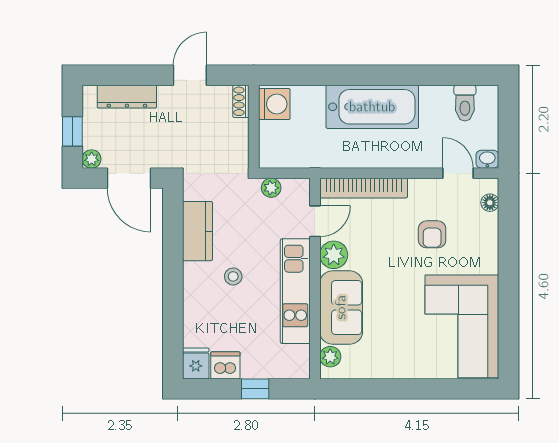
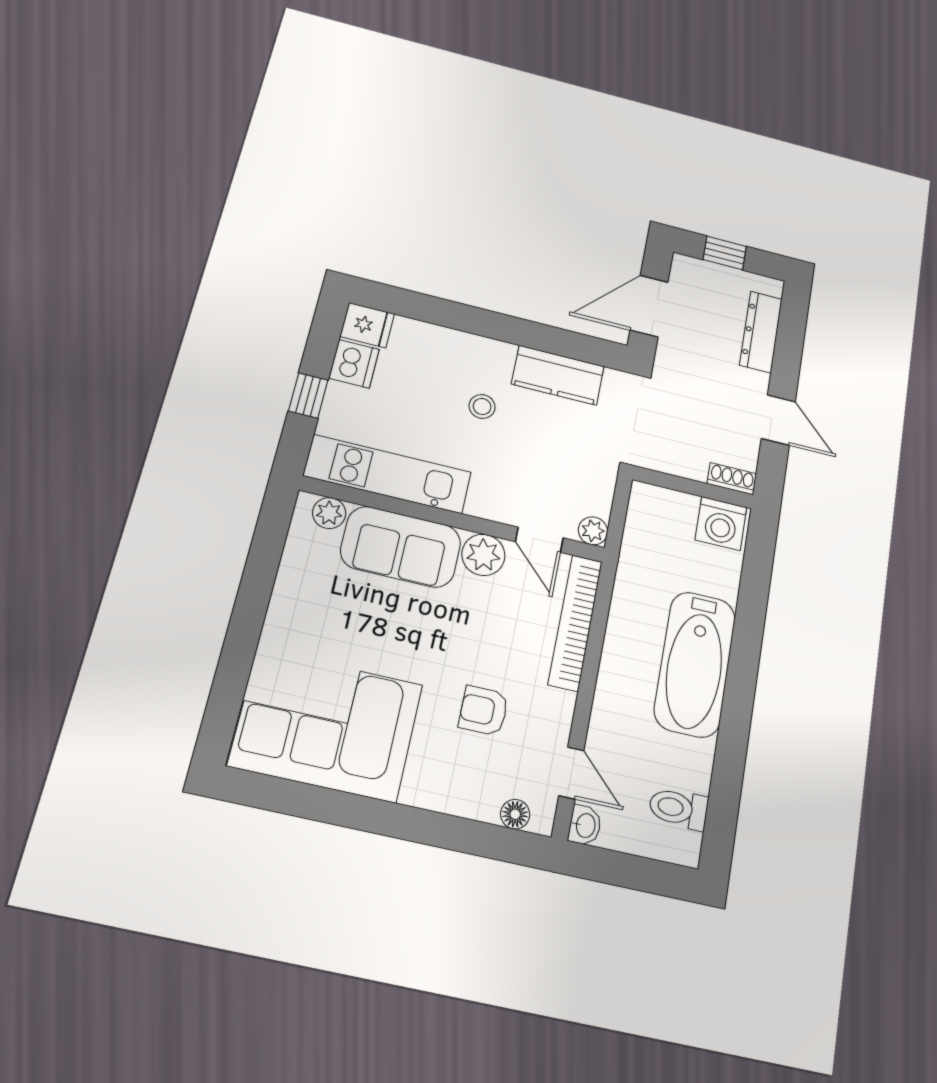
plant: (92, 159) -> (684, 267), removed
door: (458, 173) -> (571, 773), hinge flipped
plant: (271, 188) -> (593, 531), moved
kitchen unit: (295, 291) -> (388, 474), moved

